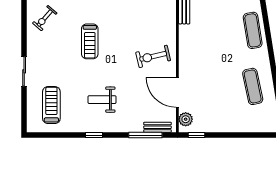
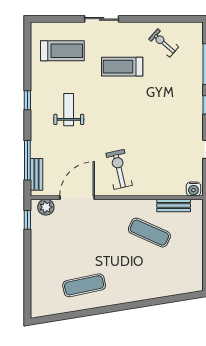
exercise mat: (253, 30) -> (149, 233), moved, turned 33
treadmill: (90, 41) -> (122, 67), moved

